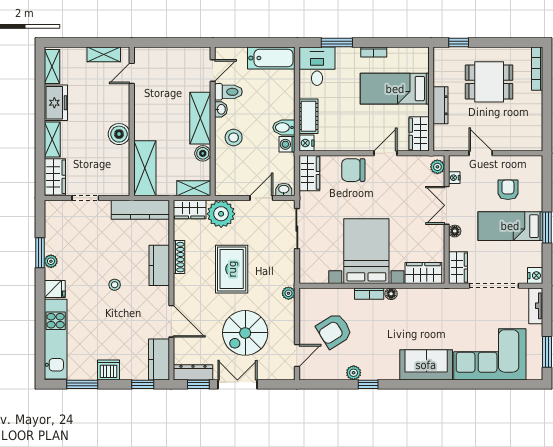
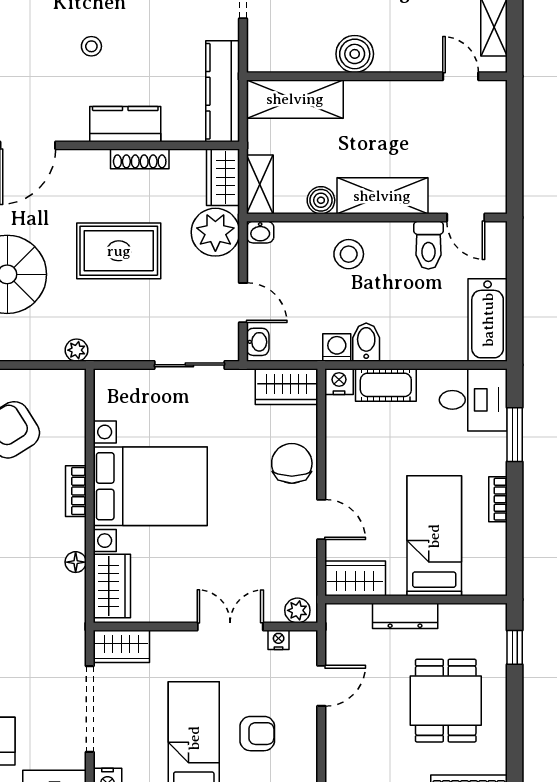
washbasin: (221, 109) -> (260, 232), moved
floor lamp: (455, 231) -> (185, 641), removed
floor lamp: (391, 294) -> (76, 562), moved

